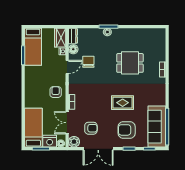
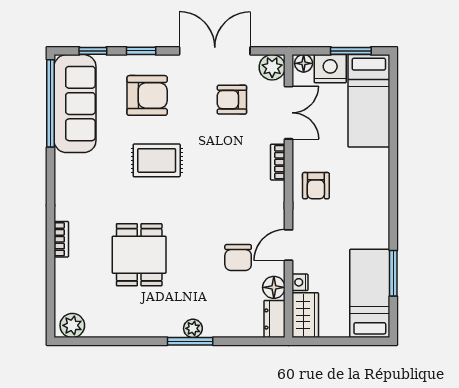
plant: (158, 33) -> (72, 325), added
dining table: (130, 63) -> (139, 255), turned 90

